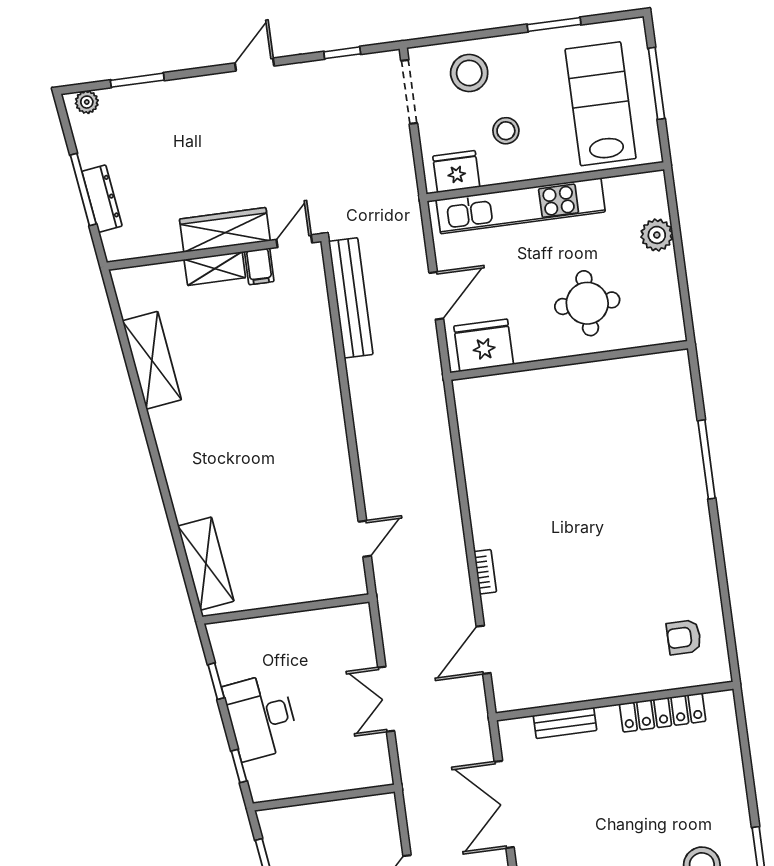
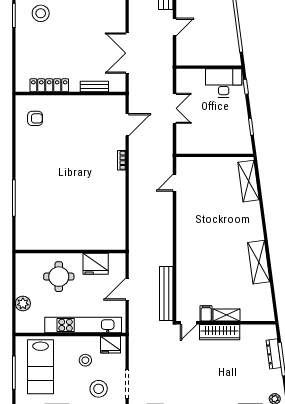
fridge: (484, 345) -> (96, 264), moved
shelving: (152, 360) -> (259, 262), moved
desk: (261, 717) -> (224, 83), moved, turned -82
double door: (504, 804) -> (127, 53), swing flipped

